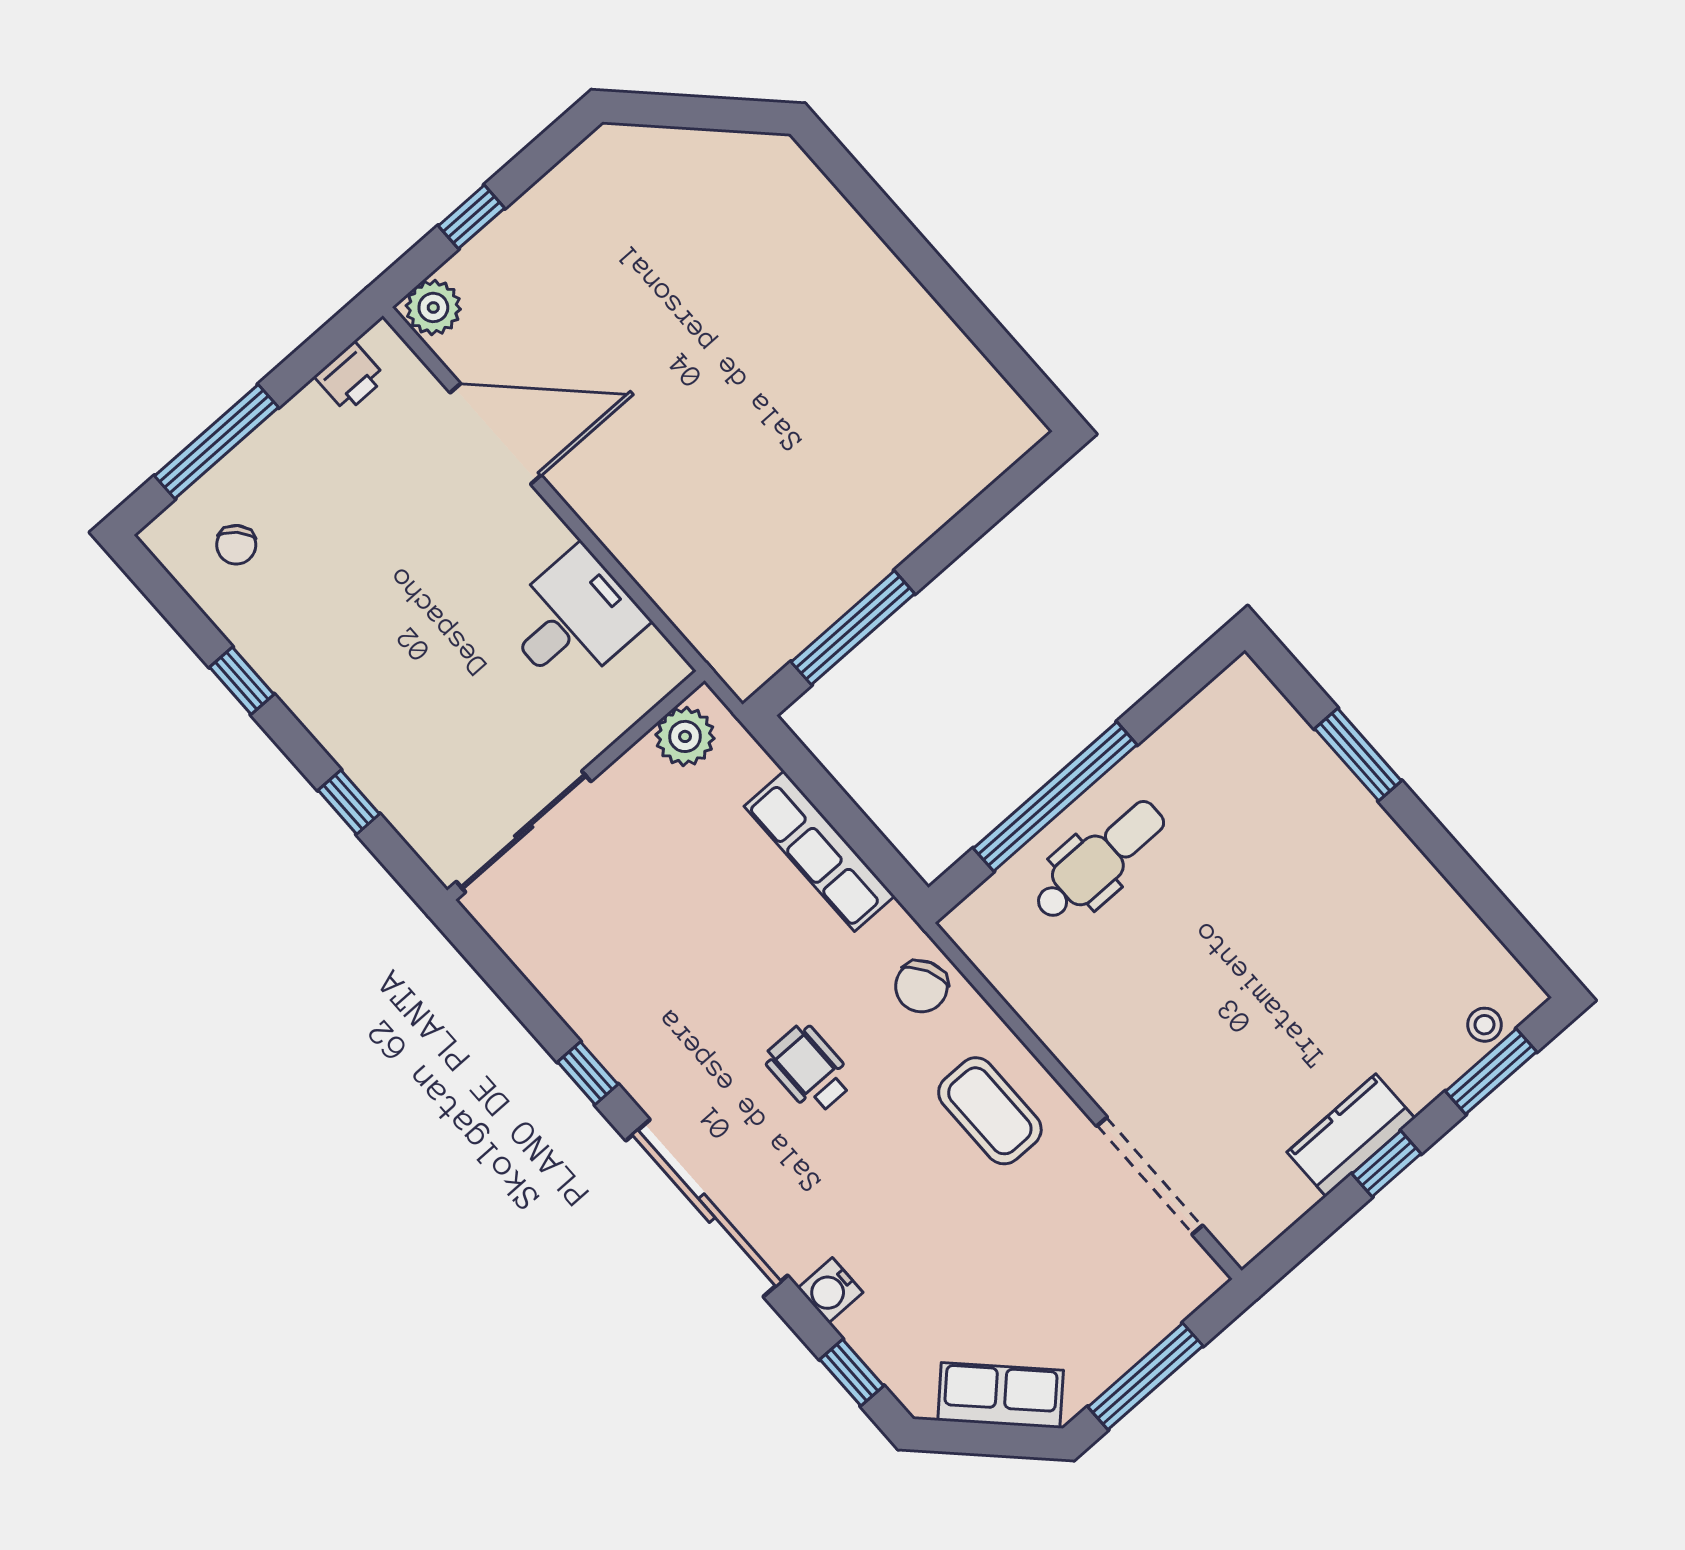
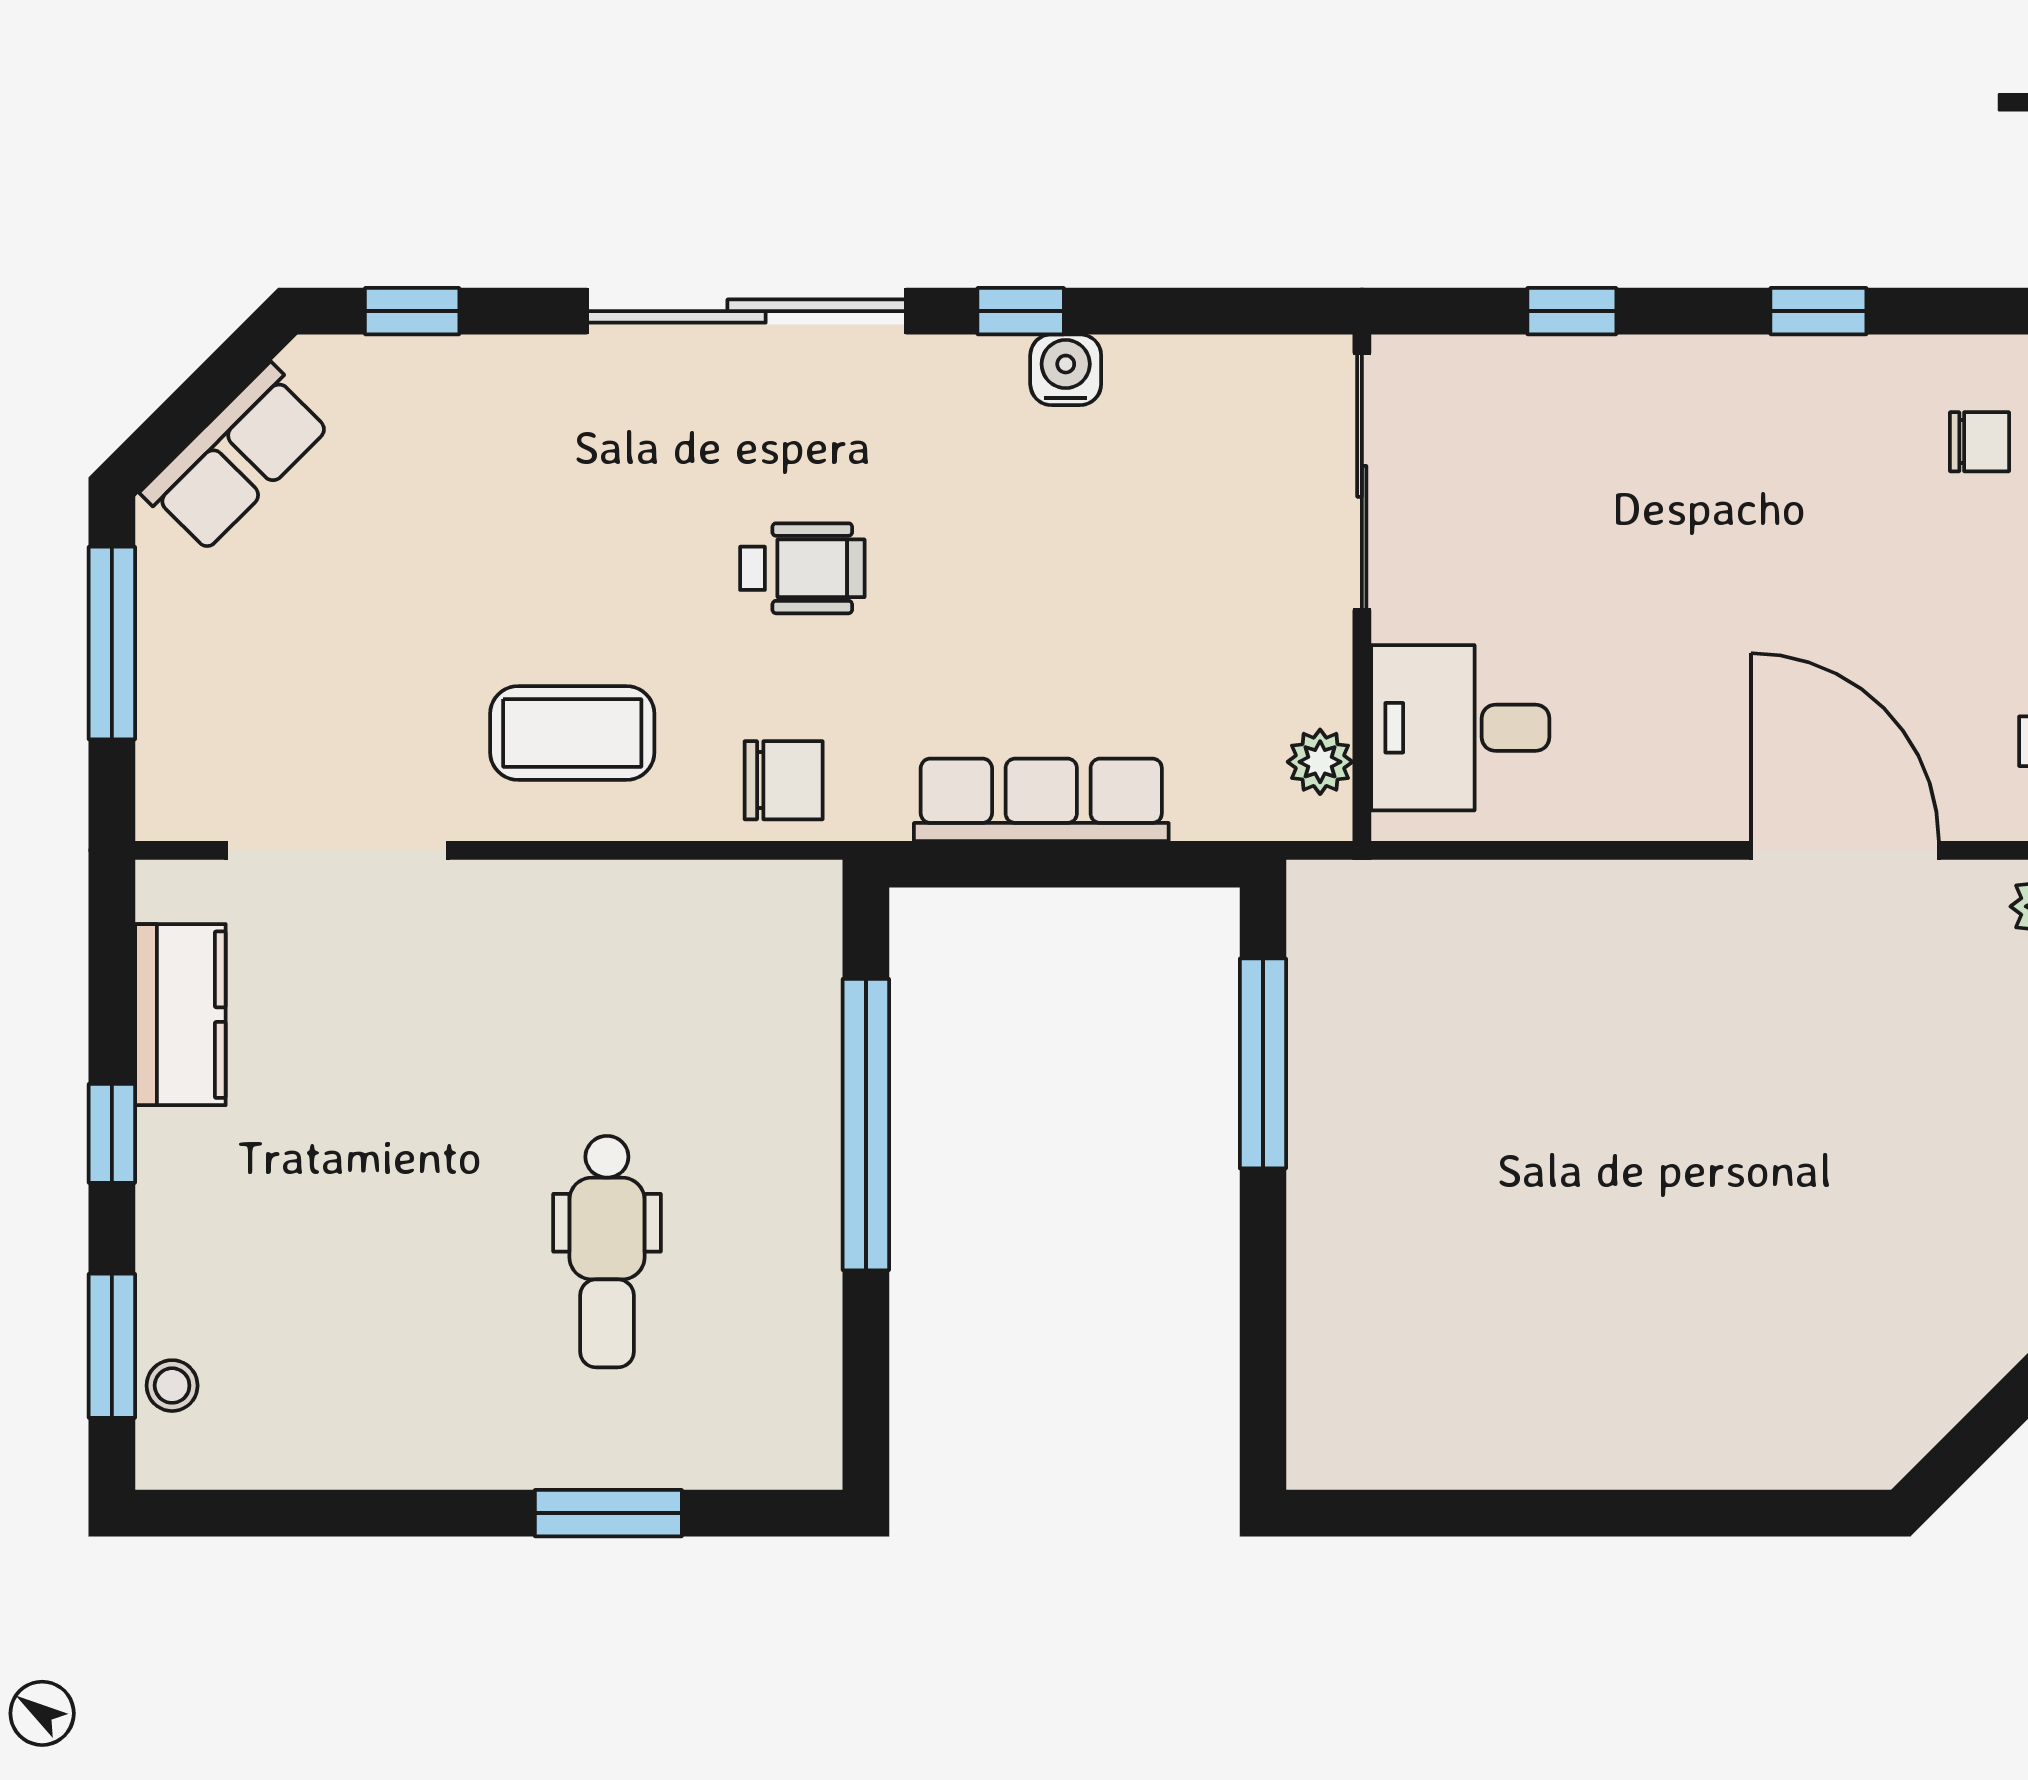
door: (496, 434) -> (1845, 850), swing flipped
chair: (236, 545) -> (1979, 442), turned 134
desk: (573, 619) -> (1460, 728), moved, turned 90
plant: (685, 736) -> (1320, 762), width x0.73, depth x0.73
dental chair: (1099, 860) -> (607, 1252), moved
chair: (921, 986) -> (784, 780), turned 117
kitchen counter: (1351, 1135) -> (180, 1015), moved
water cooler: (830, 1290) -> (1066, 370), moved

